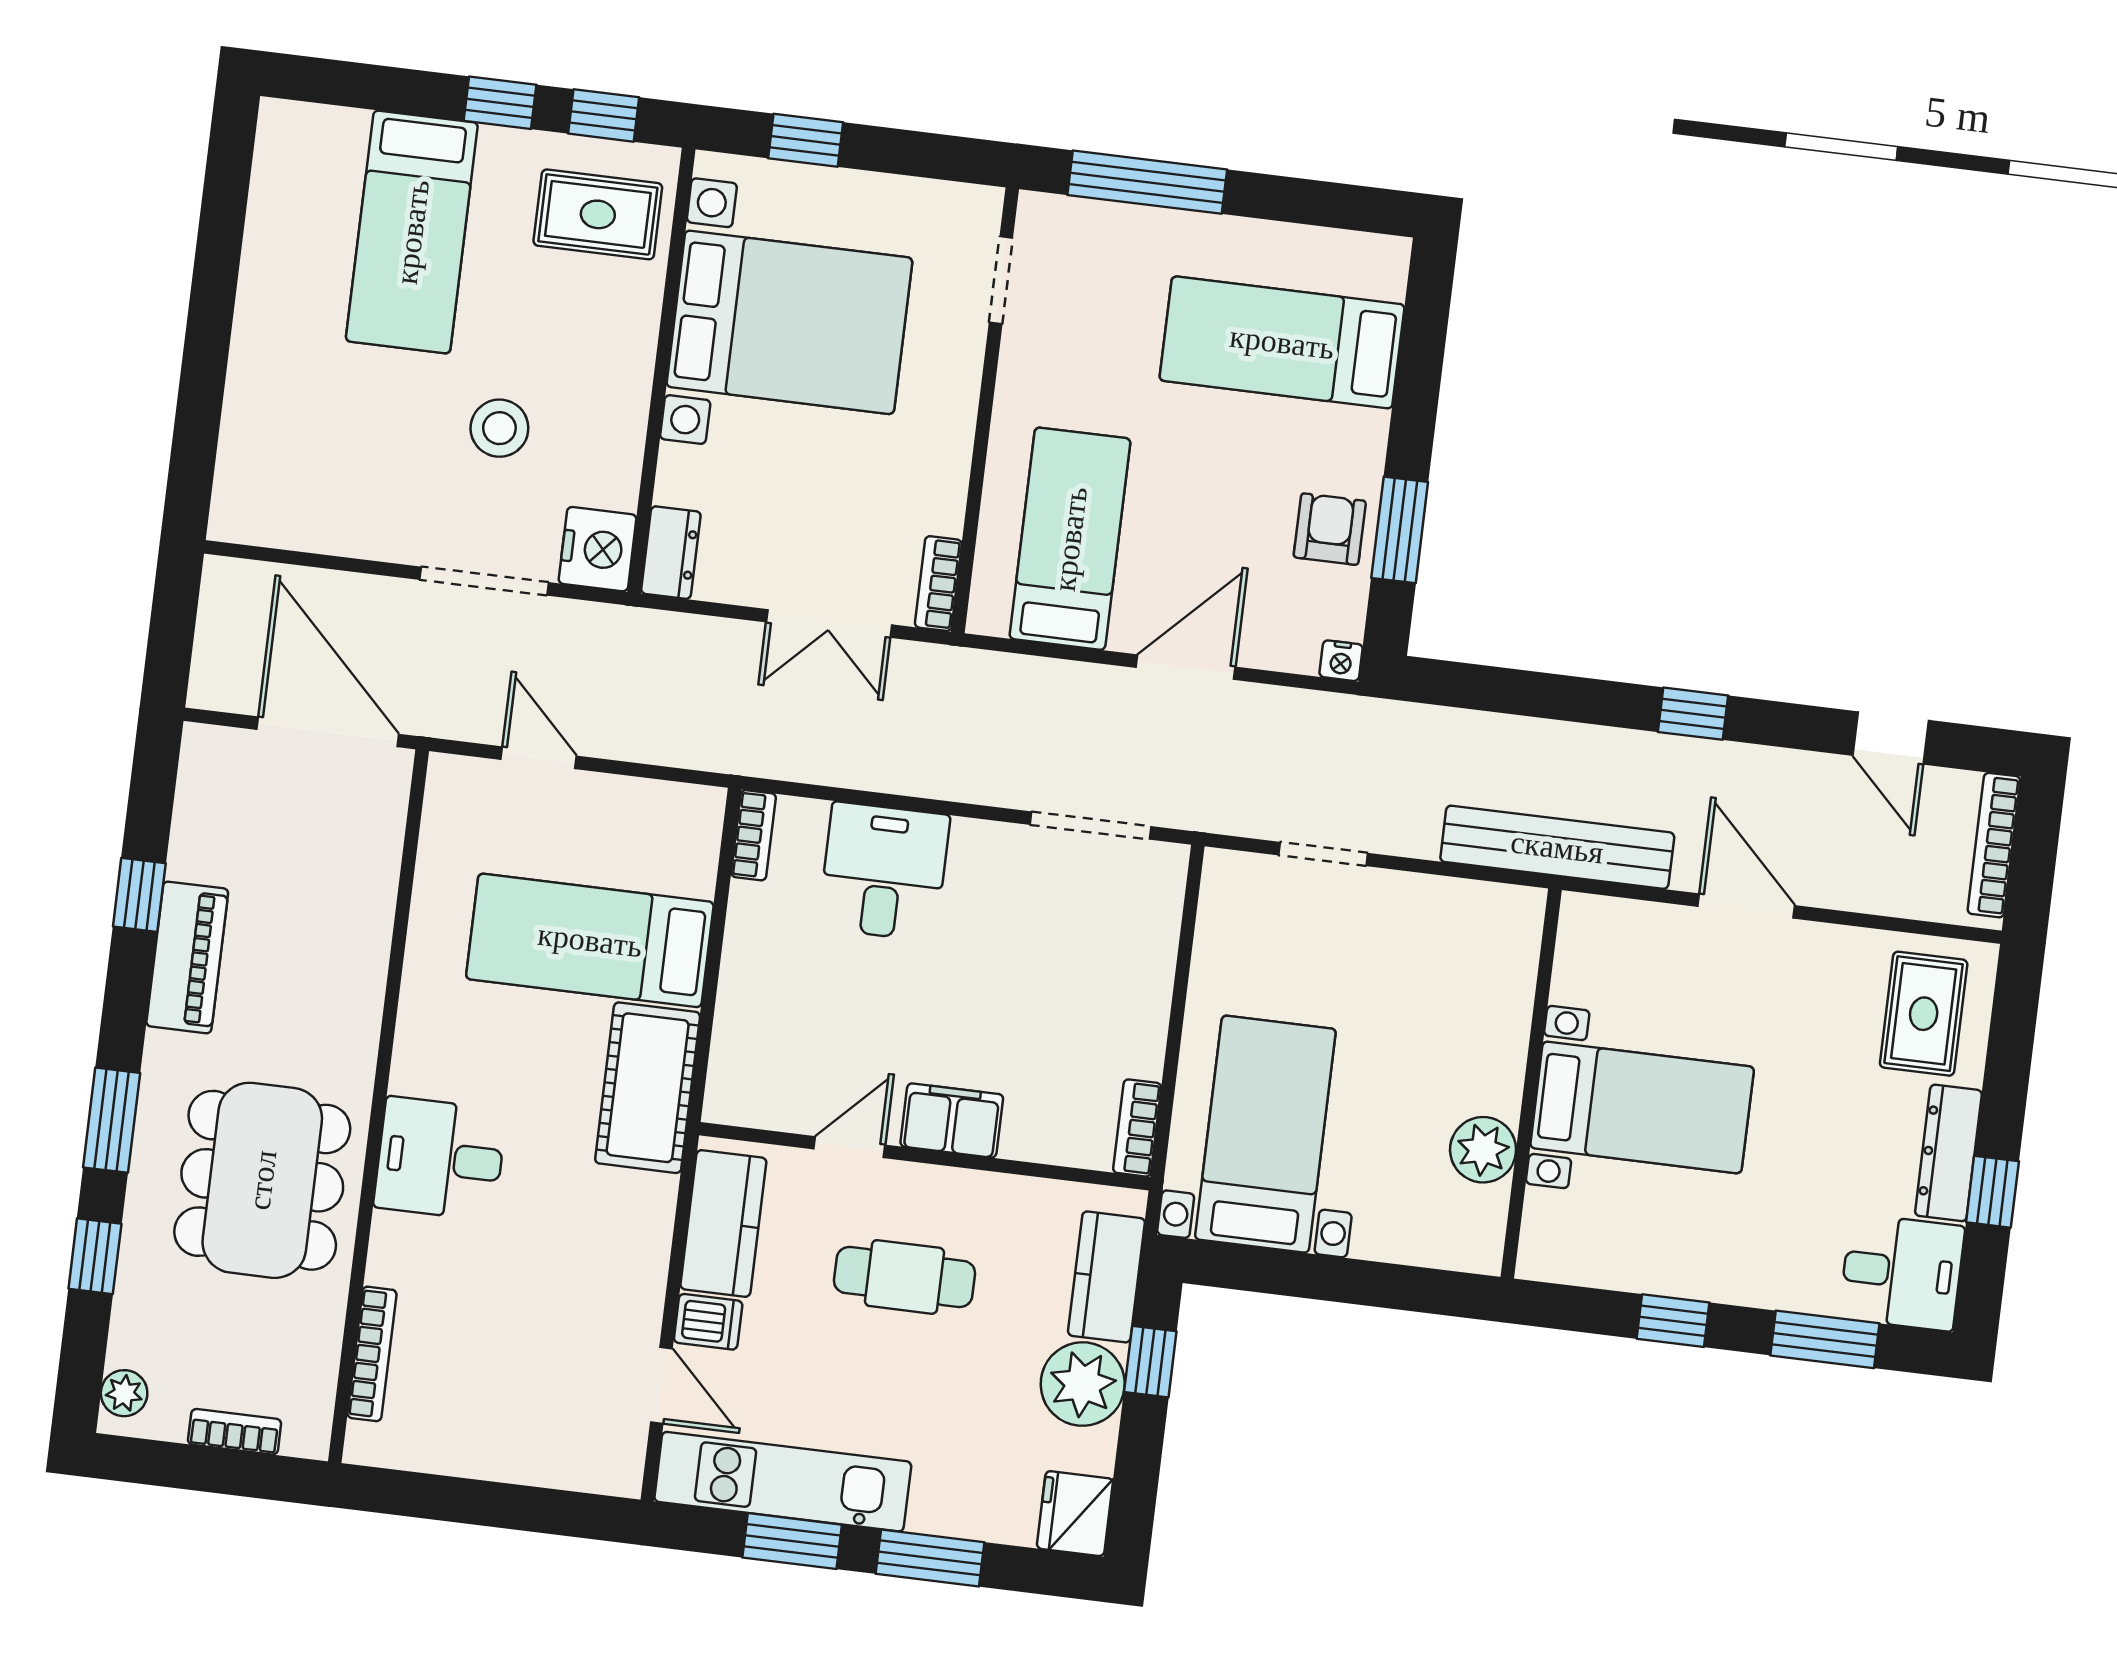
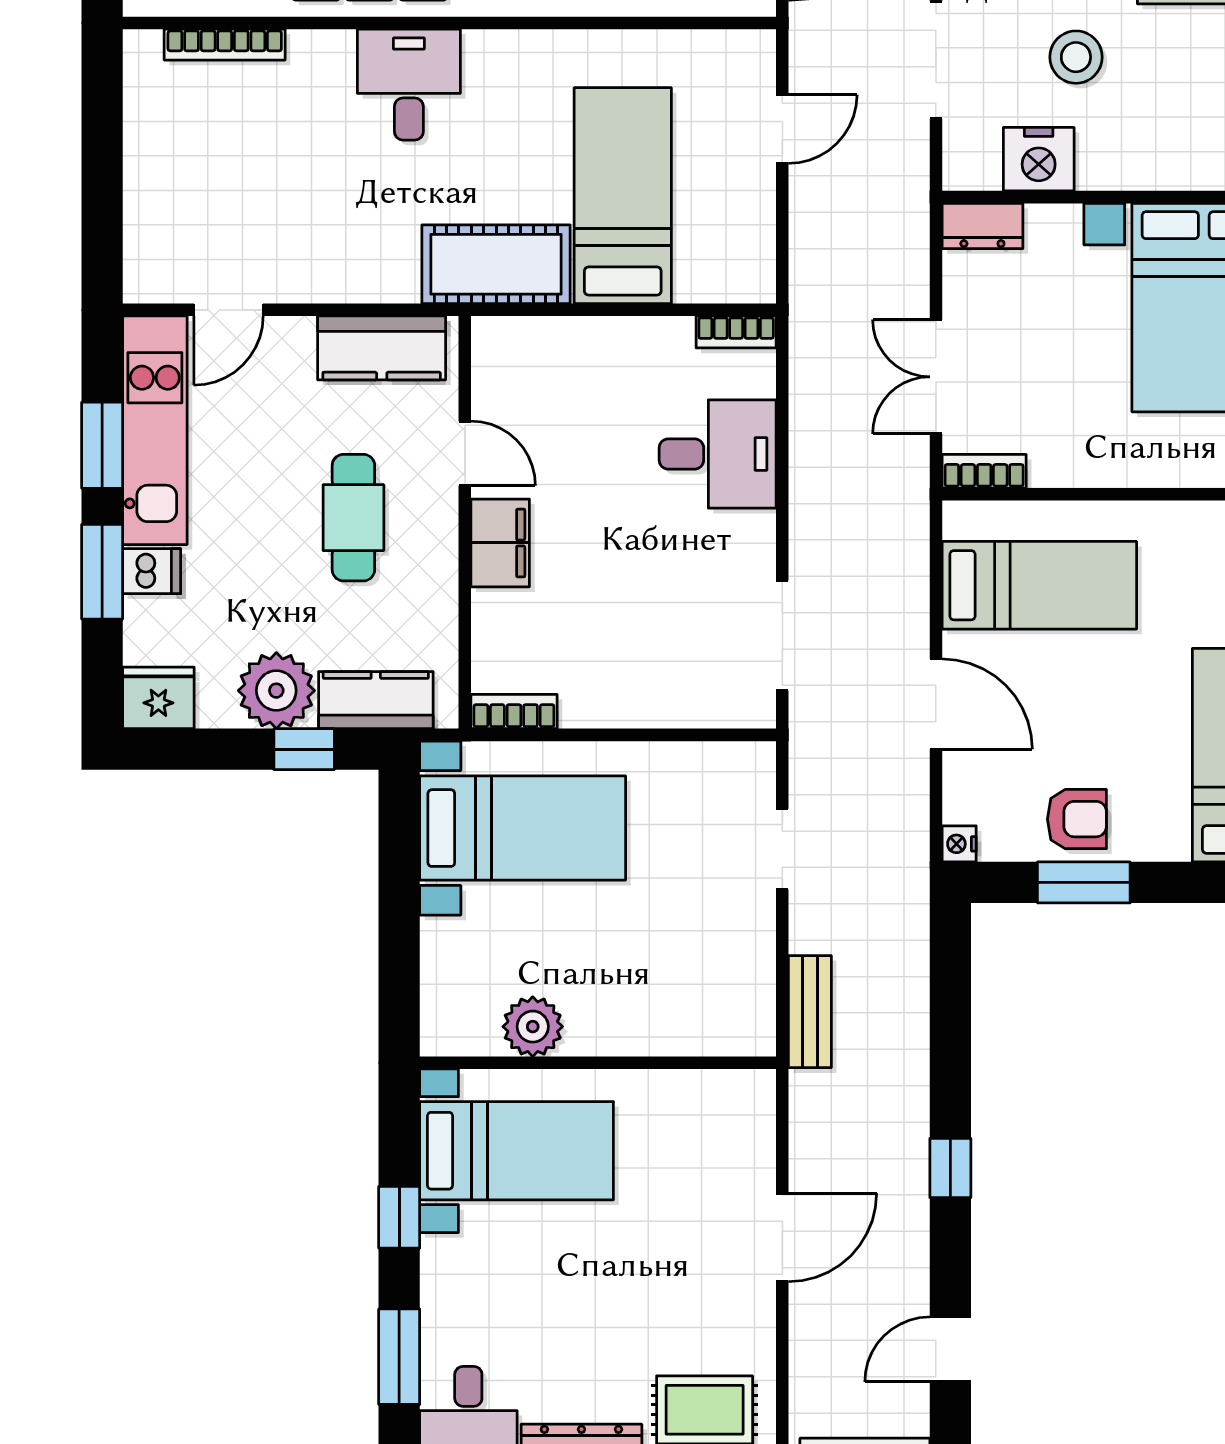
nightstand: (598, 549) -> (1039, 159), moved
bench: (1557, 847) -> (810, 1012), width x0.54, depth x0.82
bed with nightstands: (1642, 1107) -> (517, 1151), moved, turned -90
dishwasher: (708, 1322) -> (152, 571), moved, turned -90

